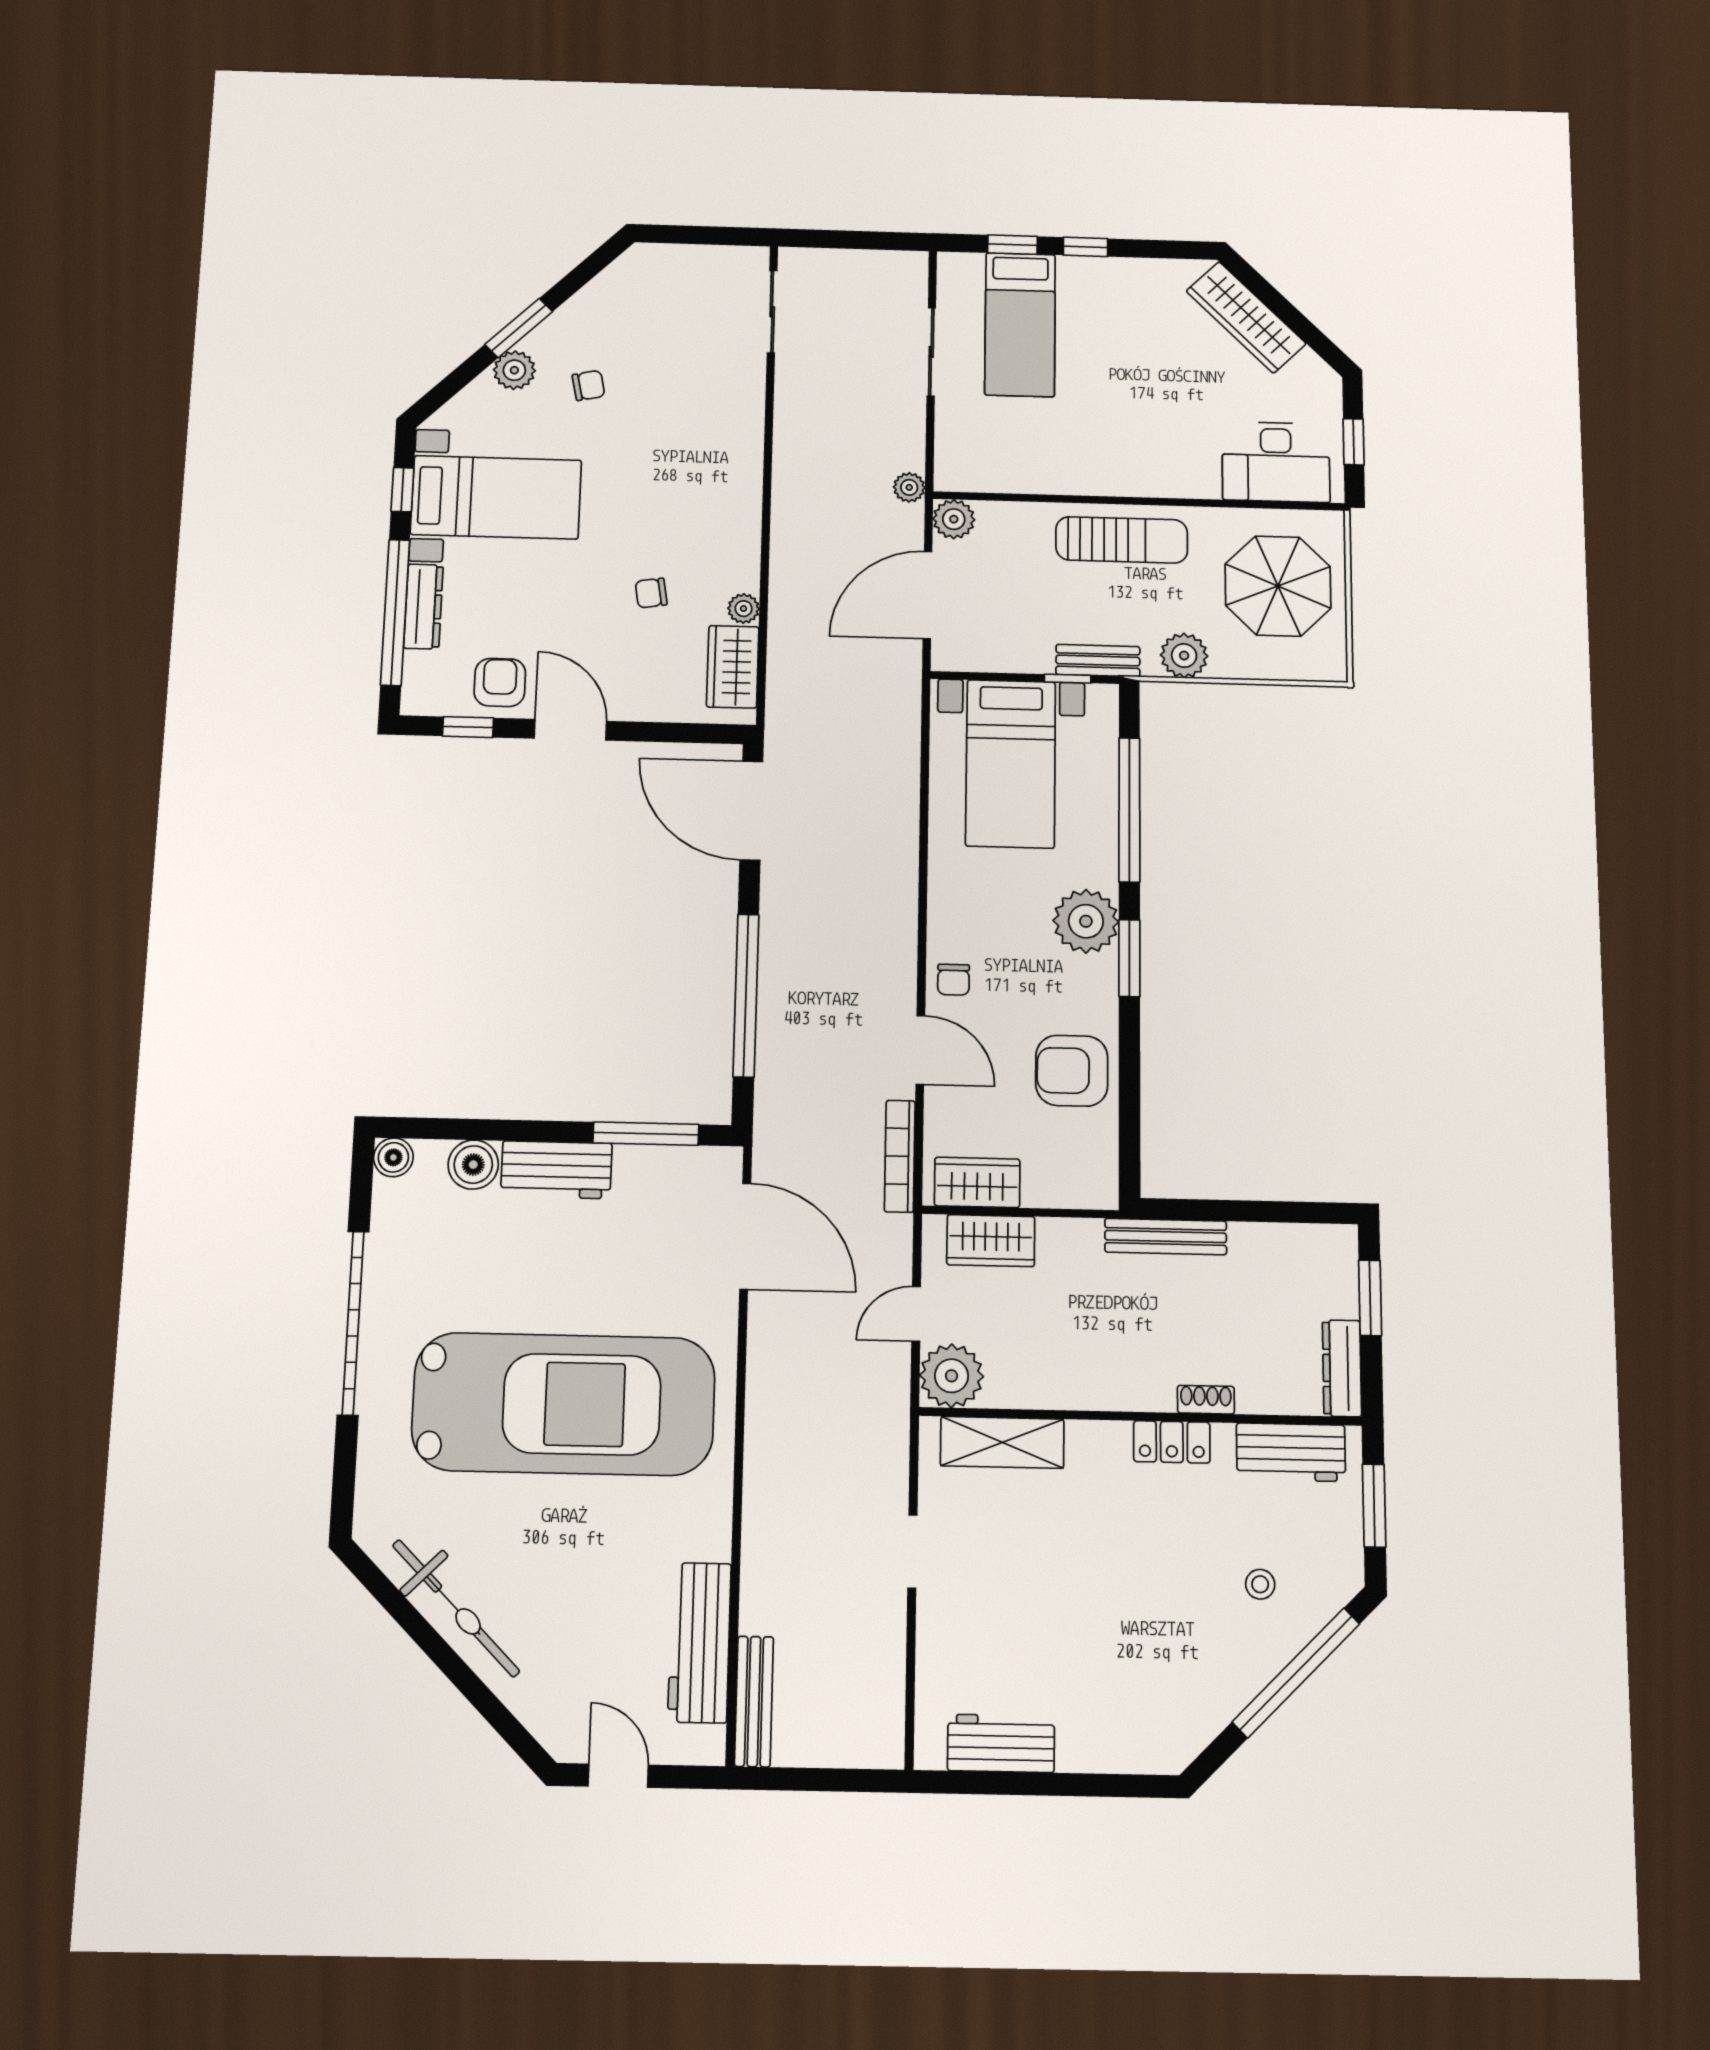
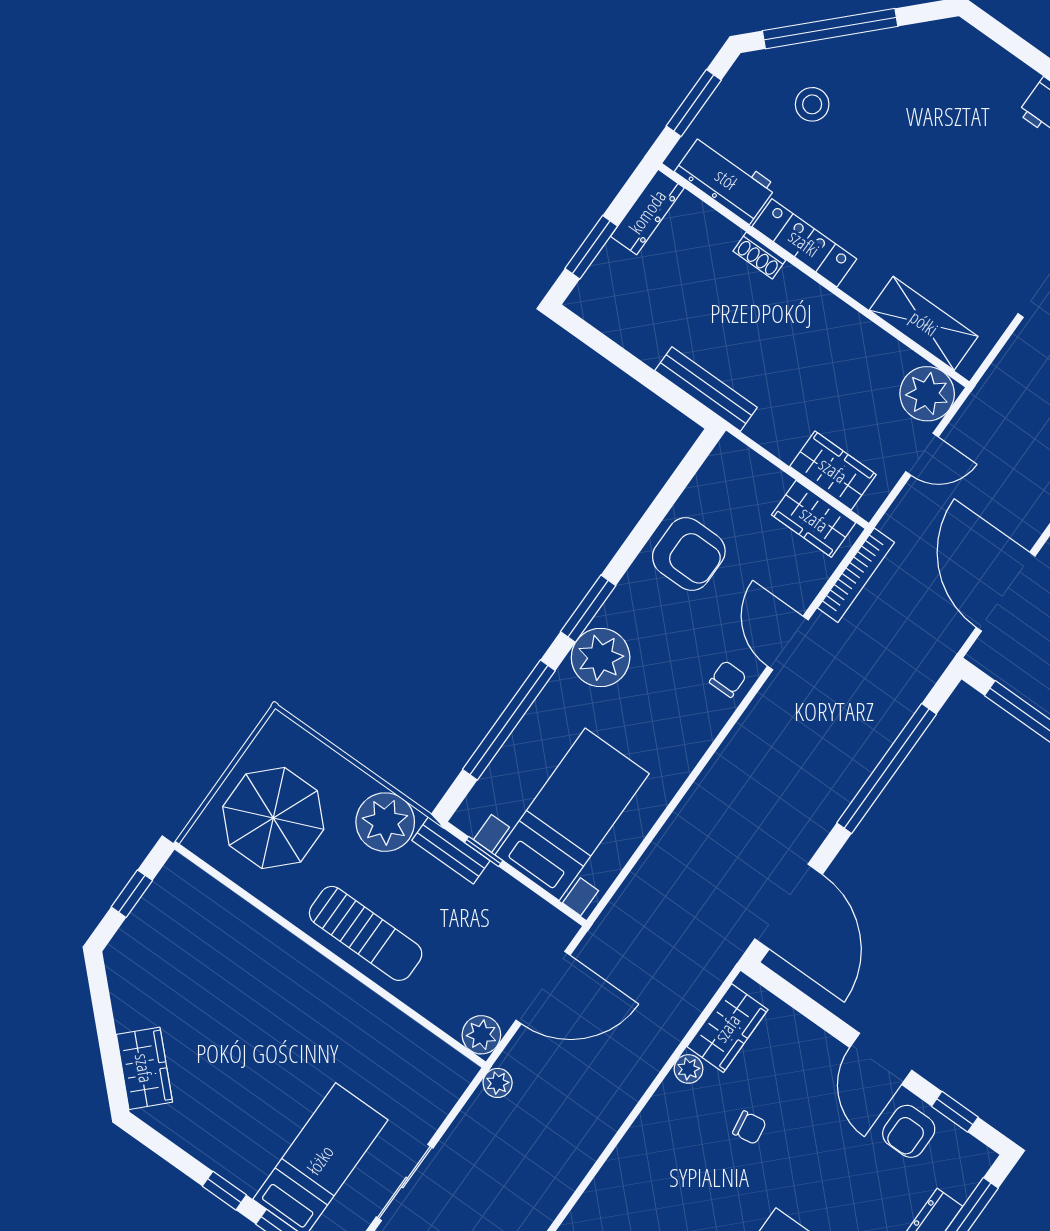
wardrobe: (1246, 317) -> (144, 1068), width x0.67
desk: (1276, 462) -> (203, 917), removed
sun lounger: (1122, 540) -> (366, 933), turned 180
plant: (1184, 656) -> (385, 822), width x1.36, depth x1.36
locker: (1172, 1442) -> (804, 243), width x1.53
stool: (1260, 1584) -> (812, 104), width x1.37, depth x1.37

